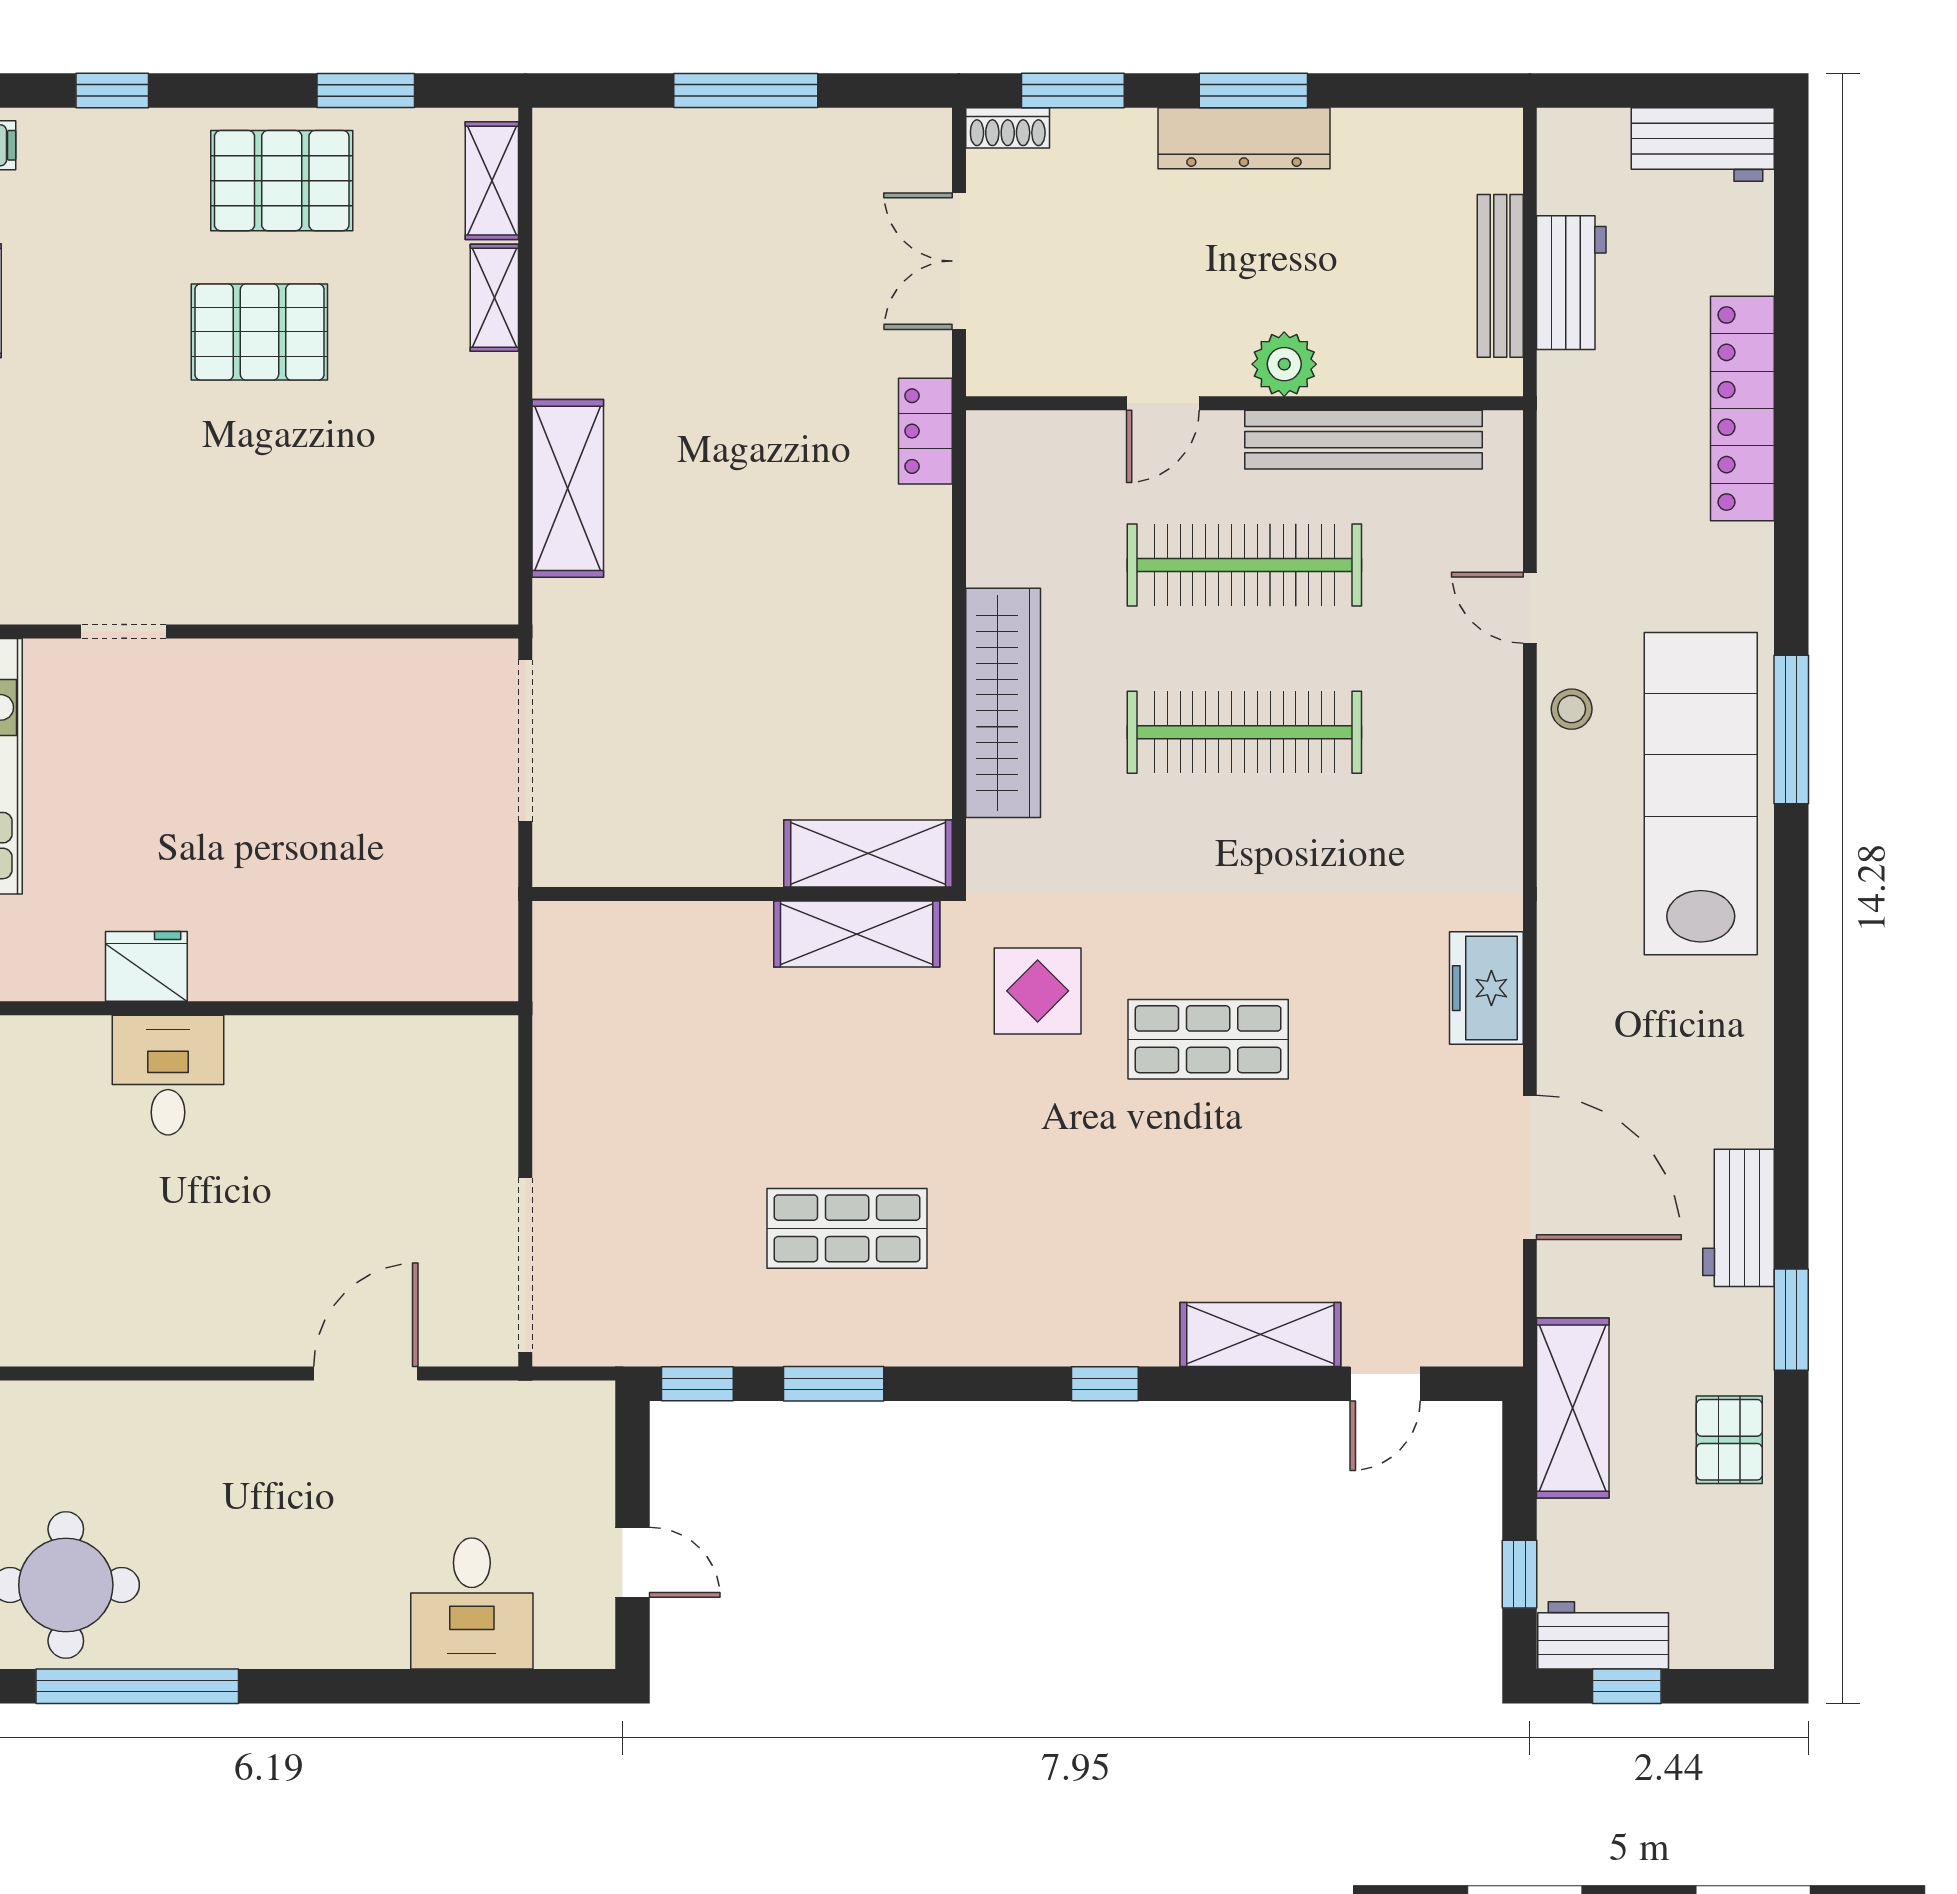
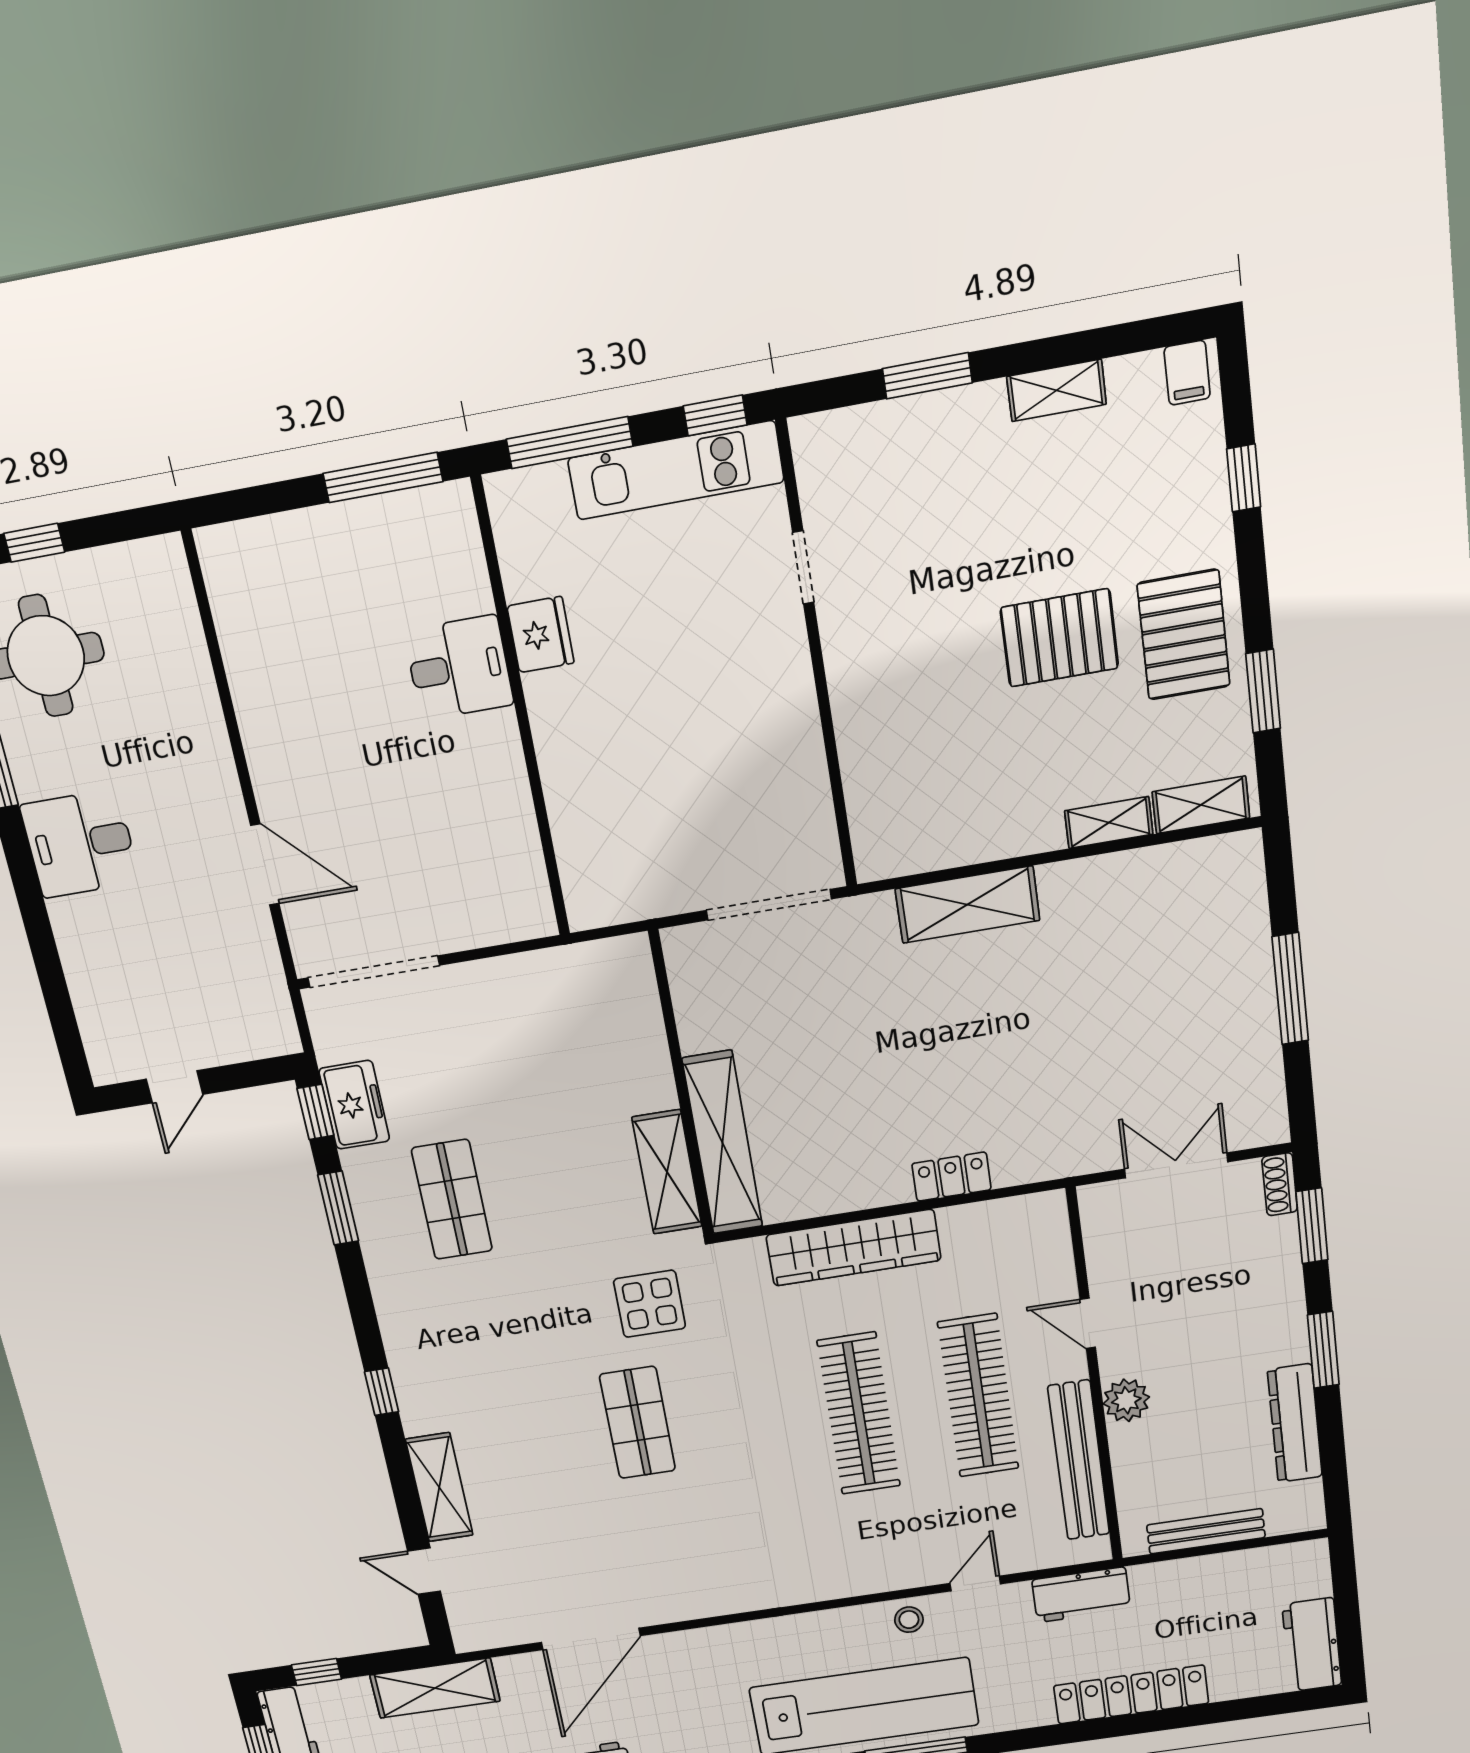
dresser: (1244, 138) -> (1295, 1423), moved
workbench: (1571, 283) -> (1081, 1595), moved
pallet: (259, 332) -> (1059, 638), turned 90
locker: (925, 431) -> (951, 1177), moved
shelving: (868, 854) -> (722, 1143), width x1.47
freezer: (1486, 988) -> (354, 1105), moved, turned 90
desk: (472, 1603) -> (80, 844), moved

